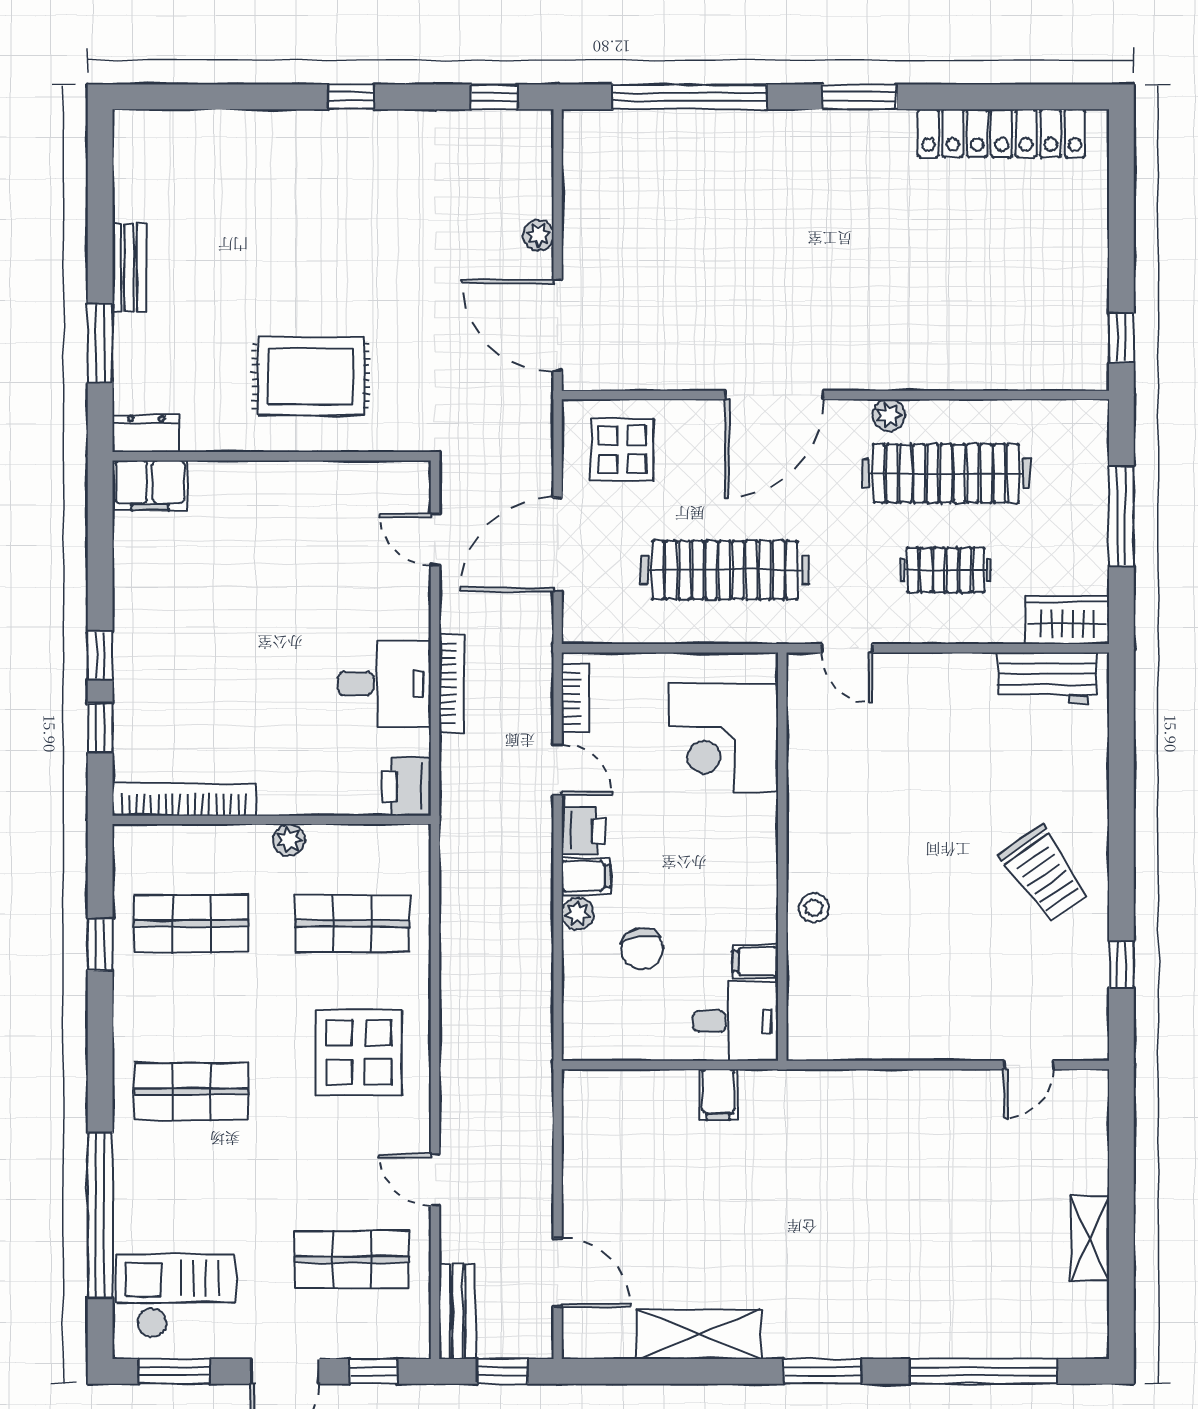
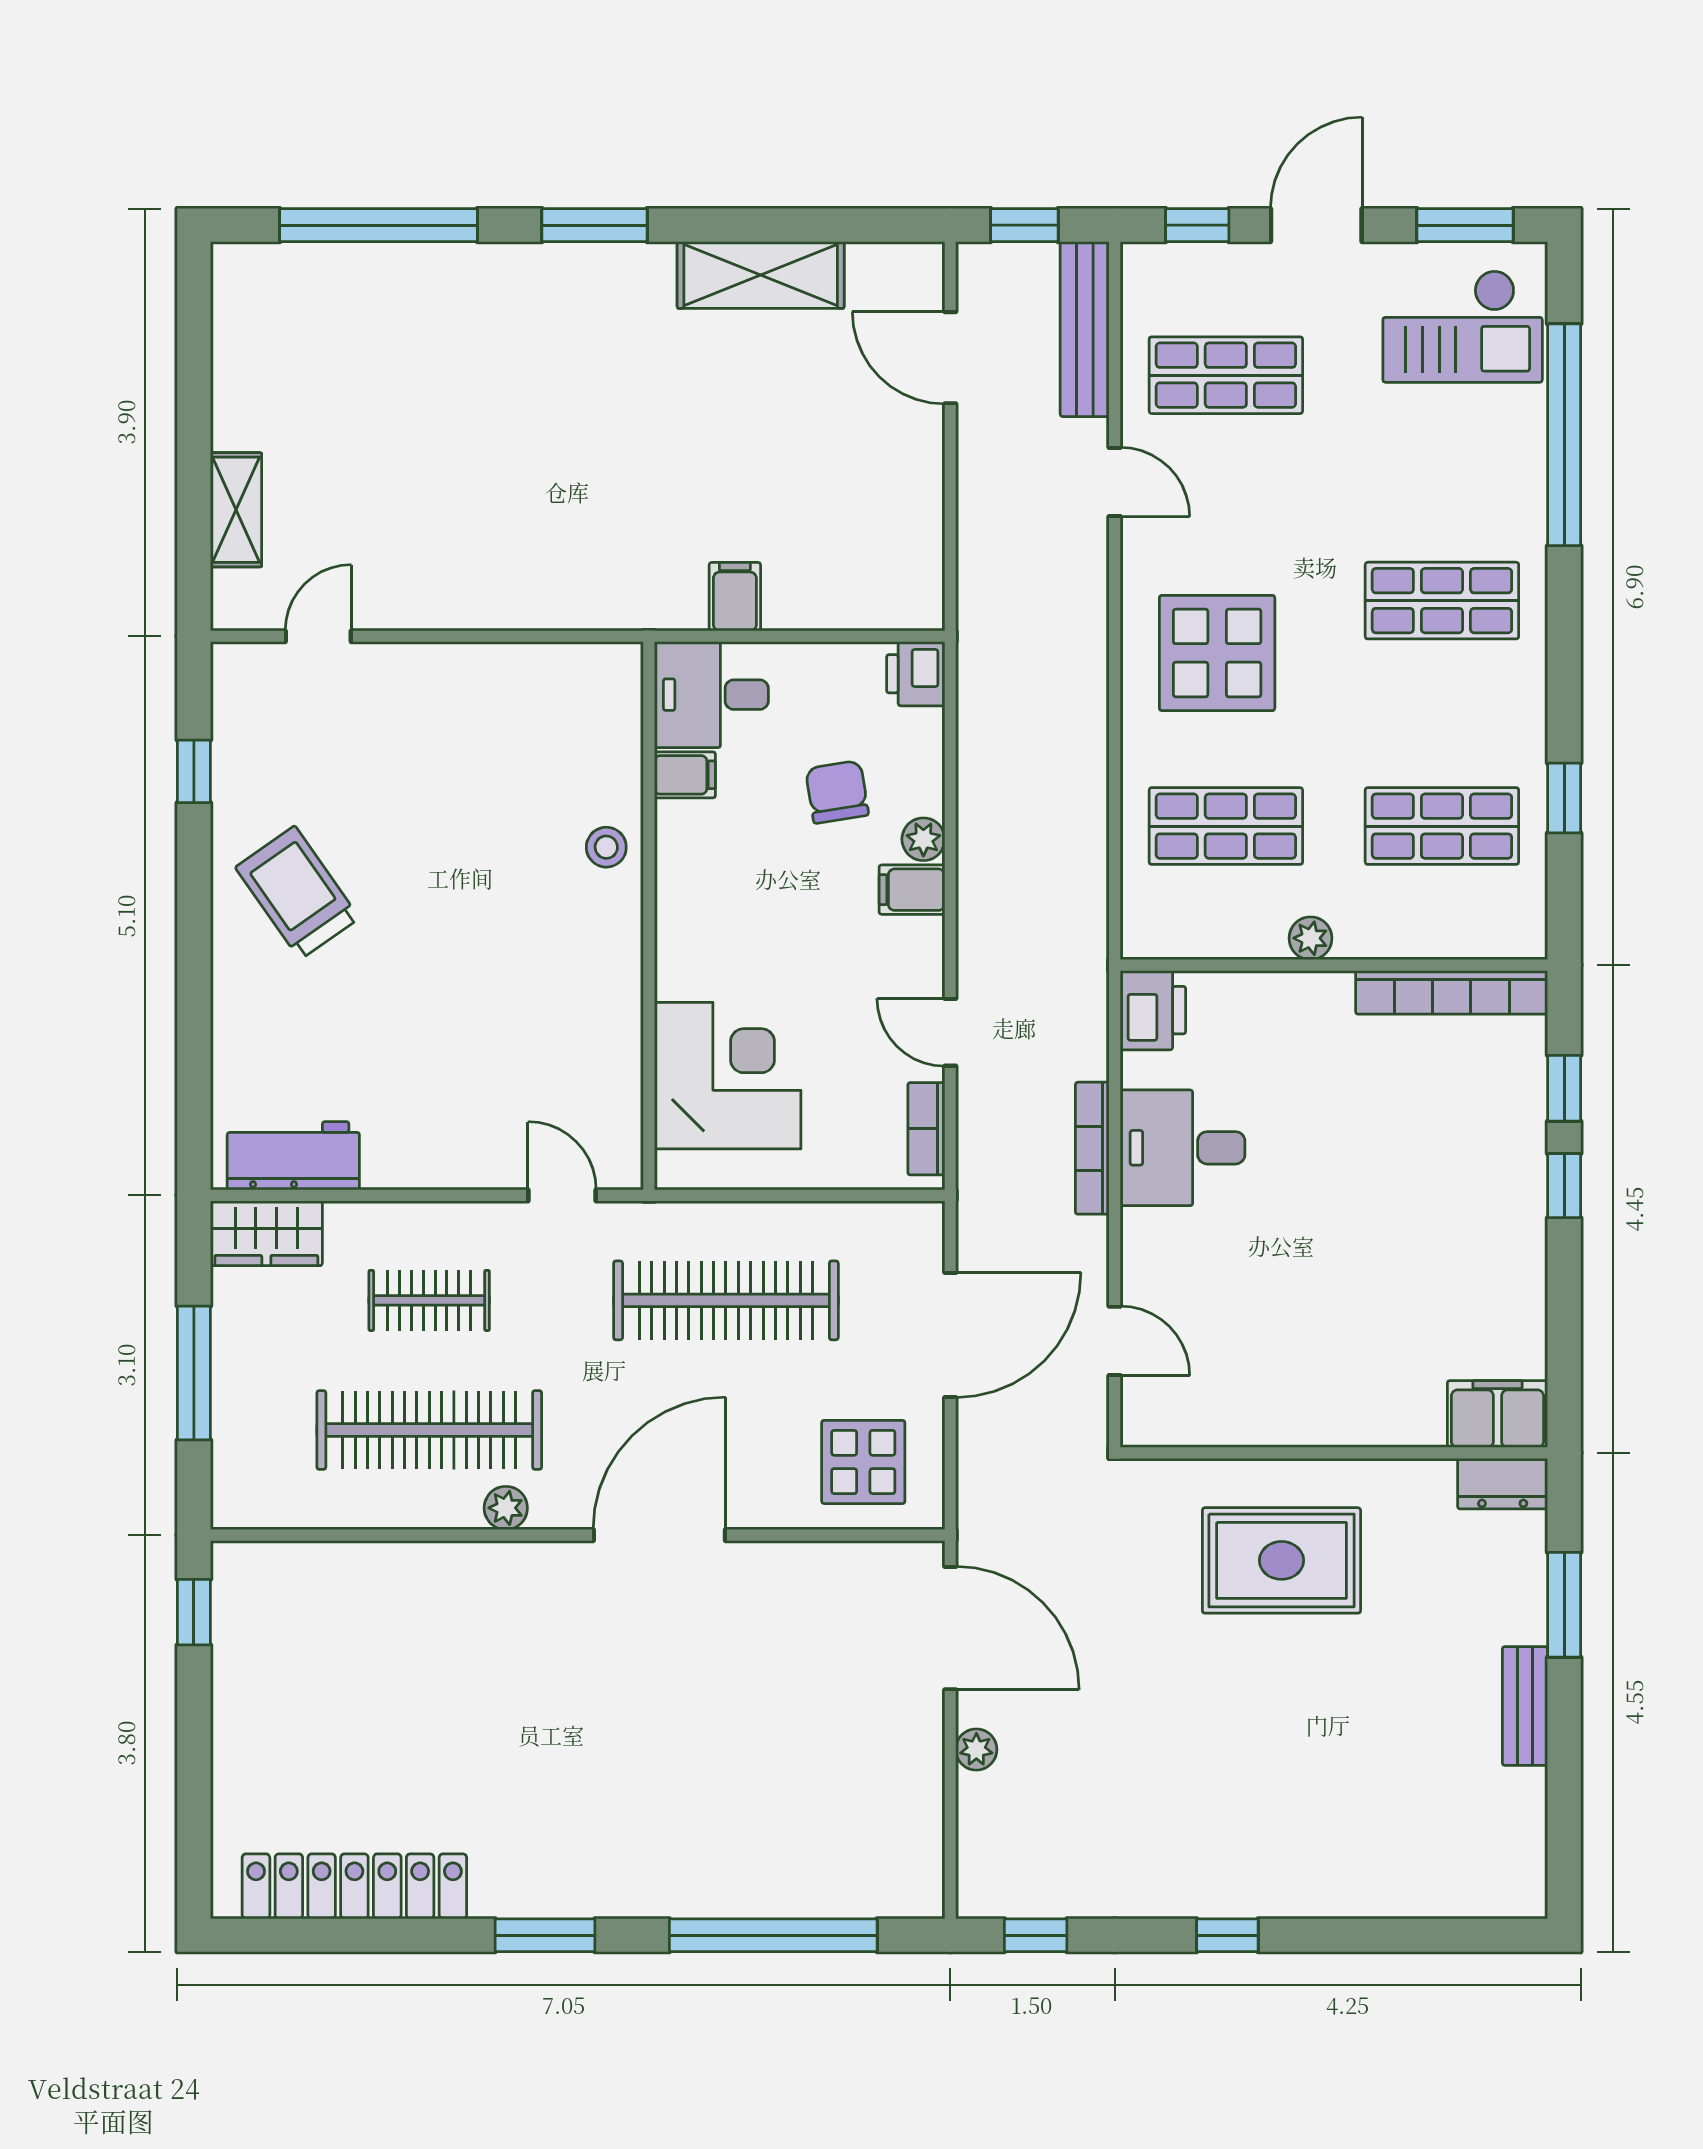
printer: (583, 831) -> (916, 674), moved
shelving: (1090, 1238) -> (236, 510), moved
bench: (457, 1311) -> (1085, 329), width x1.36

